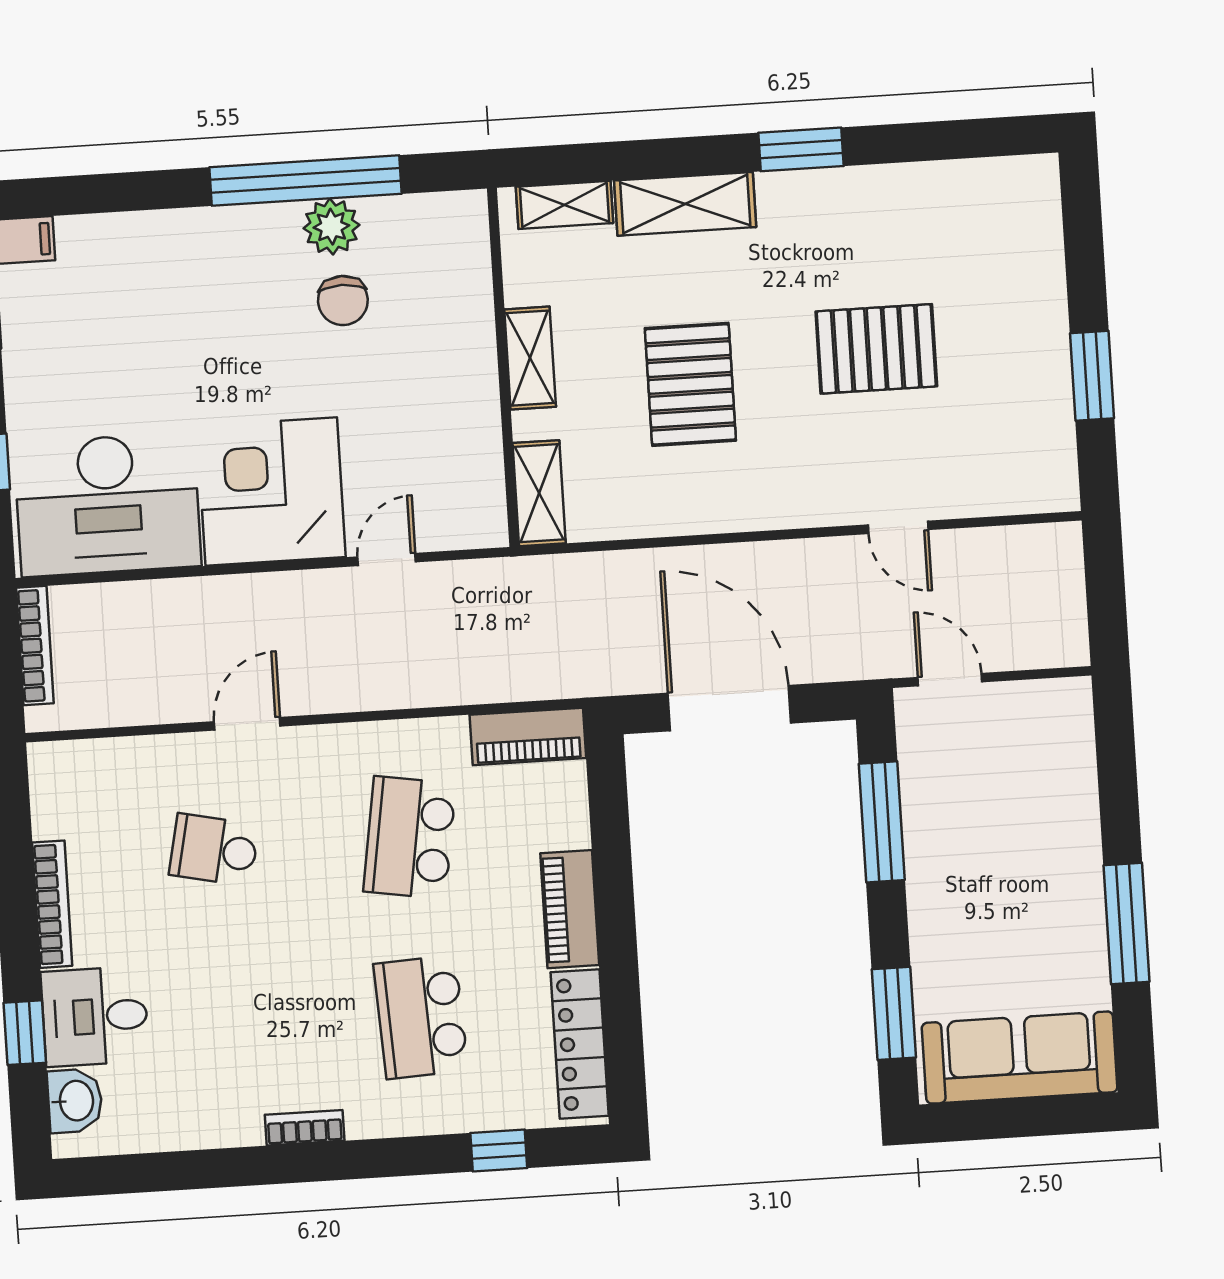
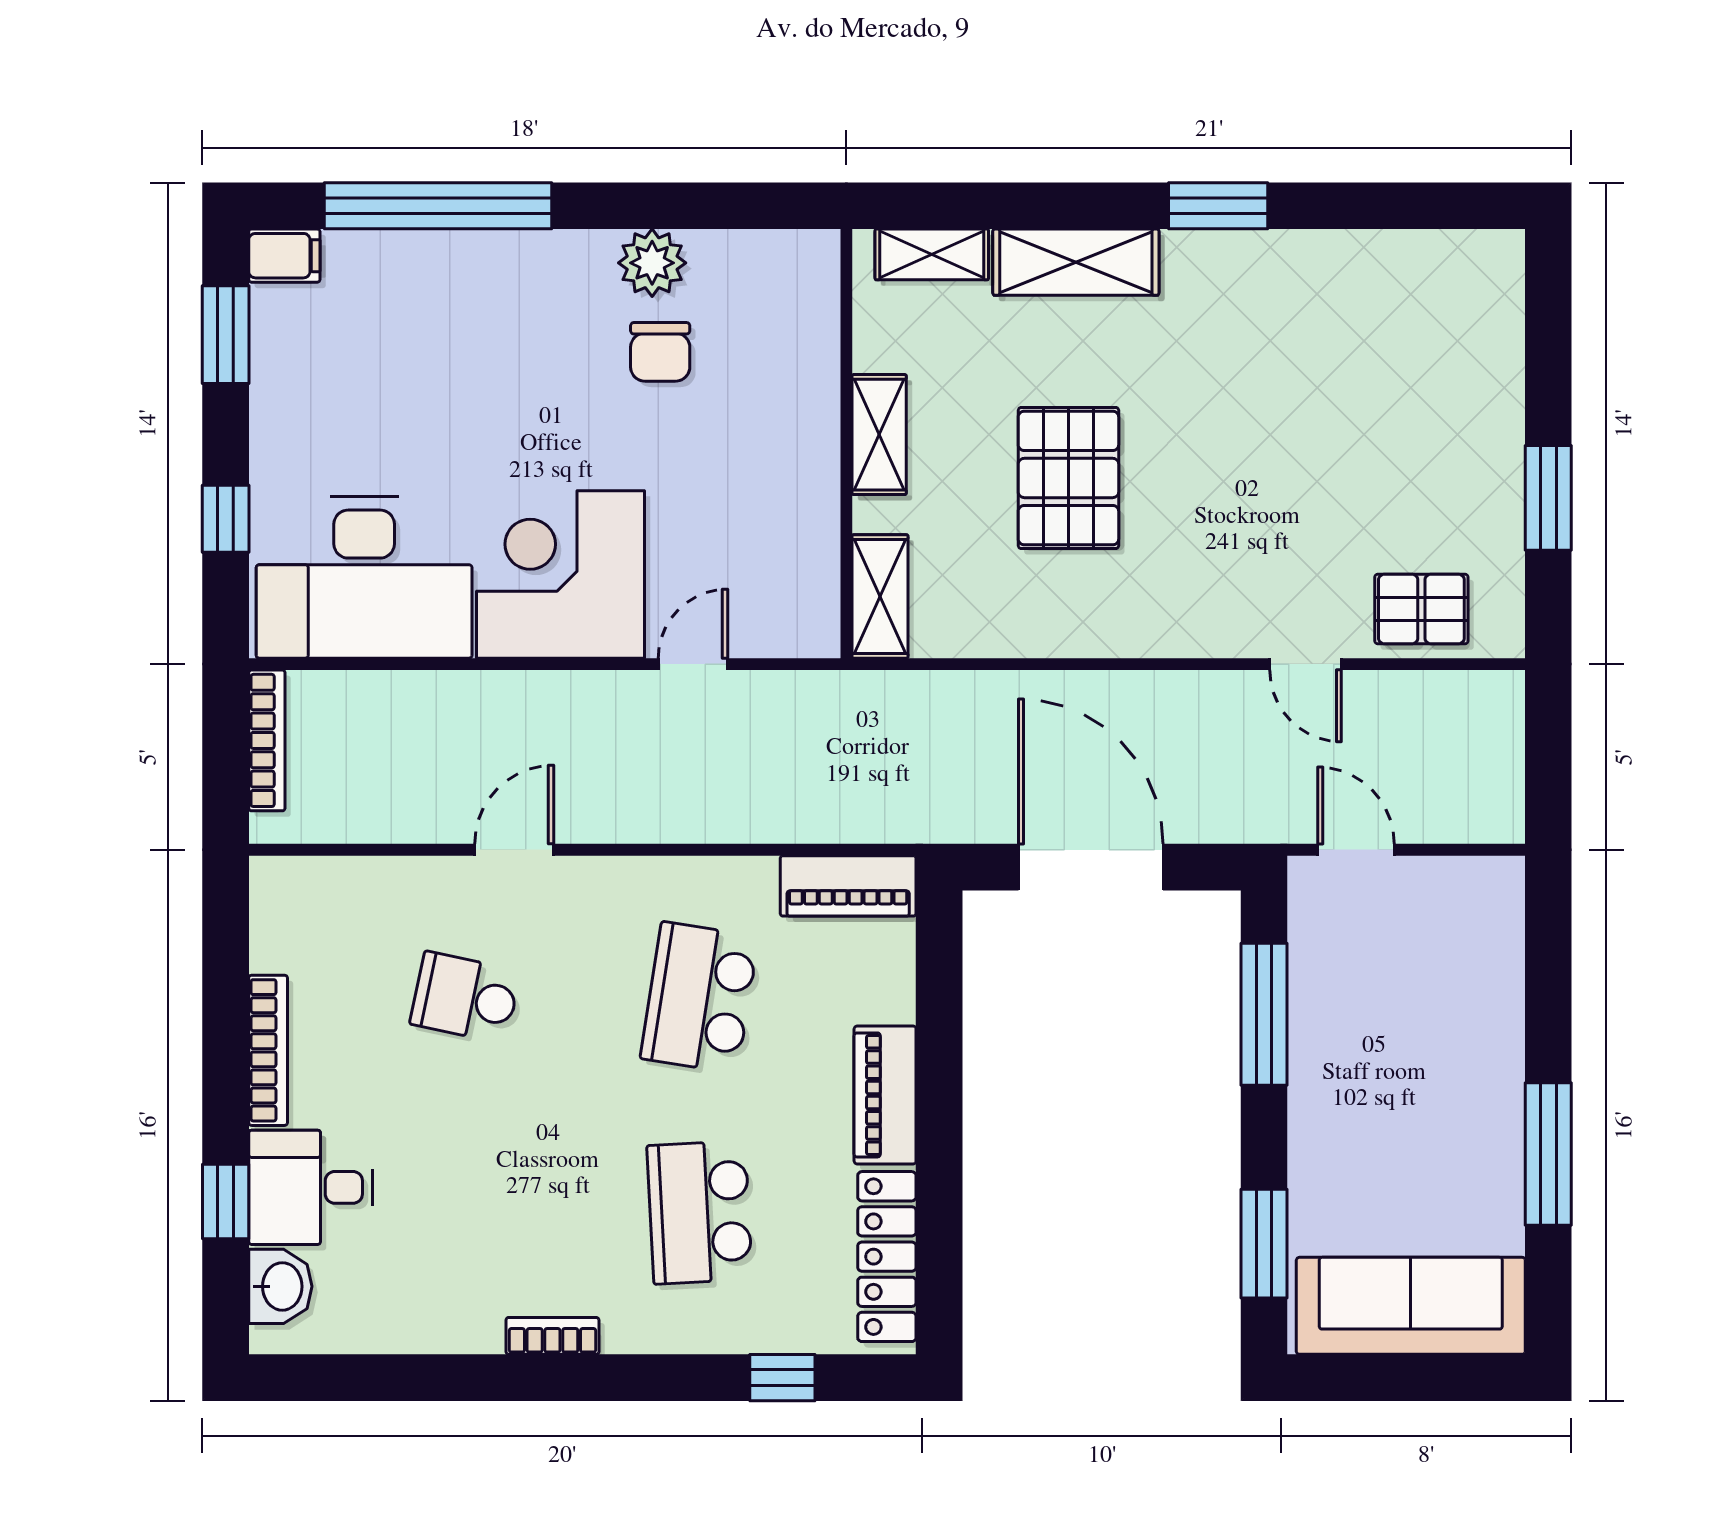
window: (306, 180) -> (438, 206), moved
pallet: (876, 349) -> (1421, 609), moved, width x0.67, depth x0.71

